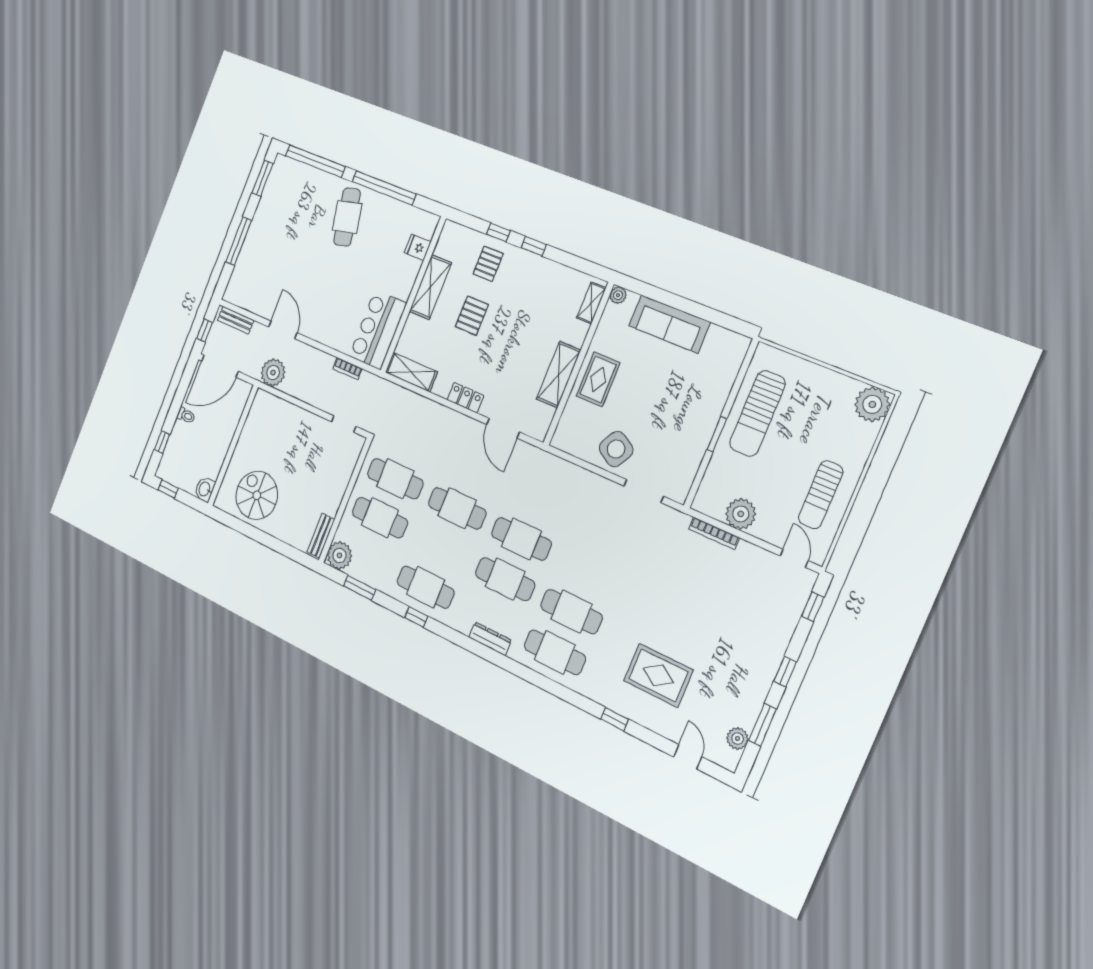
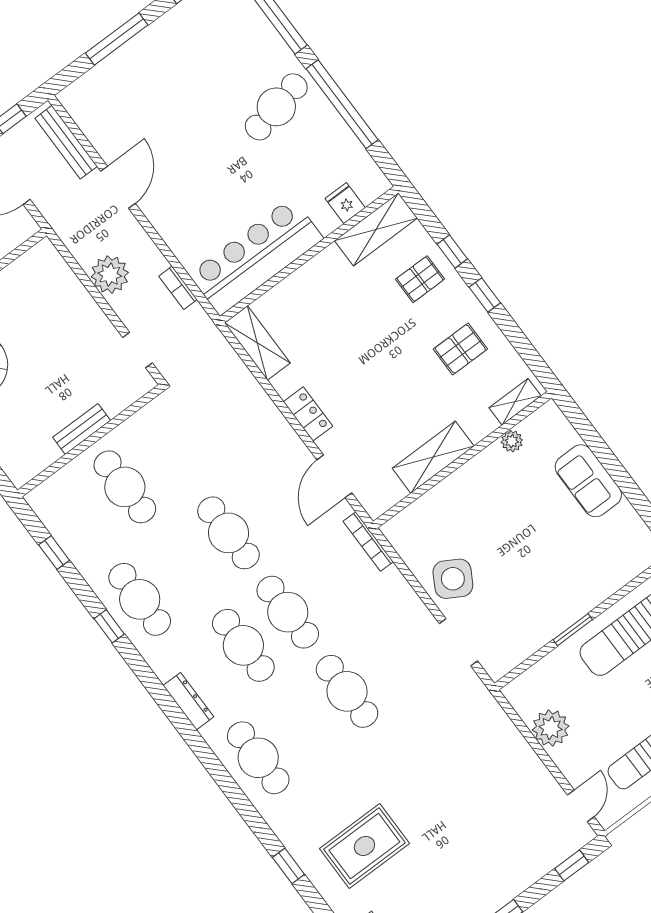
shelving: (430, 287) -> (376, 229), moved
plant: (618, 295) -> (512, 441), moved
pallet: (472, 316) -> (460, 349), moved
bench: (236, 320) -> (66, 142), width x1.36
sofa: (669, 324) -> (588, 481), width x0.73
bar counter: (378, 330) -> (256, 256), width x1.36
plant: (273, 373) -> (110, 275), moved
rug: (598, 379) -> (475, 491), removed
cafe table: (395, 479) -> (169, 454), removed
bookcase: (714, 533) -> (368, 542), moved
bench: (321, 536) -> (82, 429), moved
plant: (339, 555) -> (48, 500), removed
window: (360, 588) -> (54, 553), width x0.67
cafe table: (571, 612) -> (347, 691), moved
rug: (658, 675) -> (364, 846), turned 90

